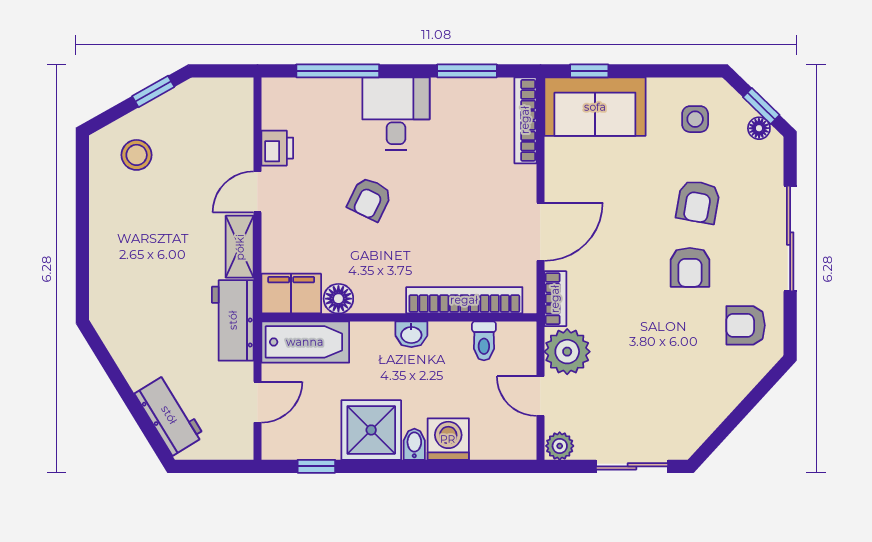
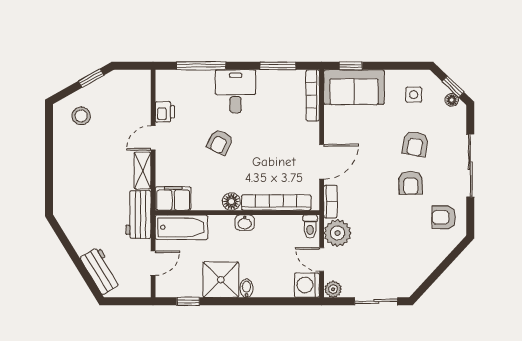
floor lamp: (338, 299) -> (231, 201), moved
toilet: (484, 341) -> (310, 227), moved
washing machine: (448, 439) -> (307, 285), moved, turned -90

